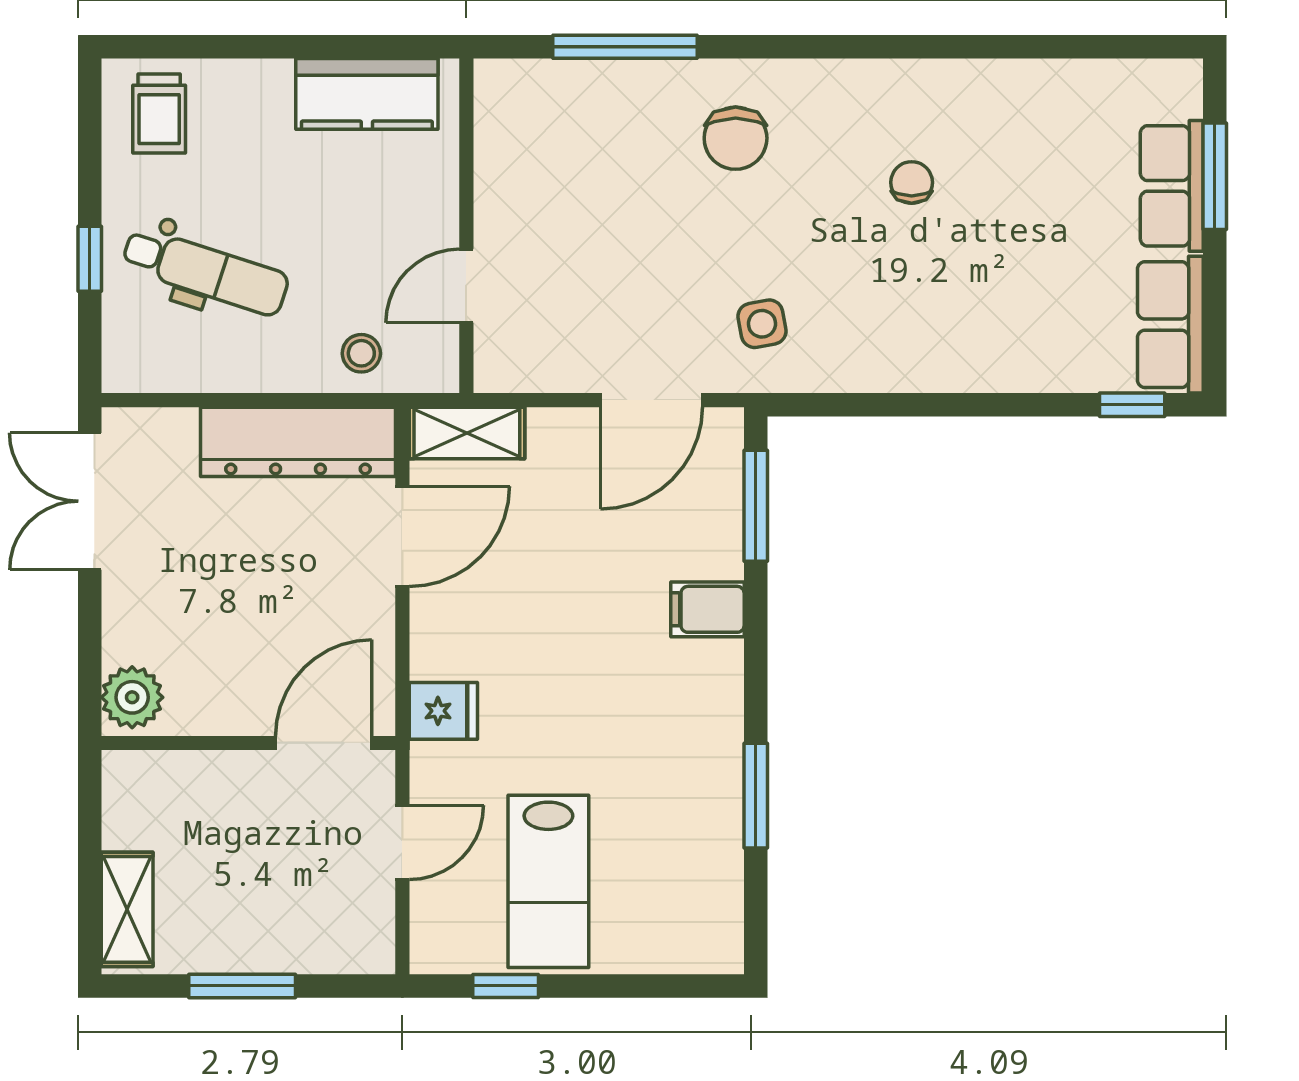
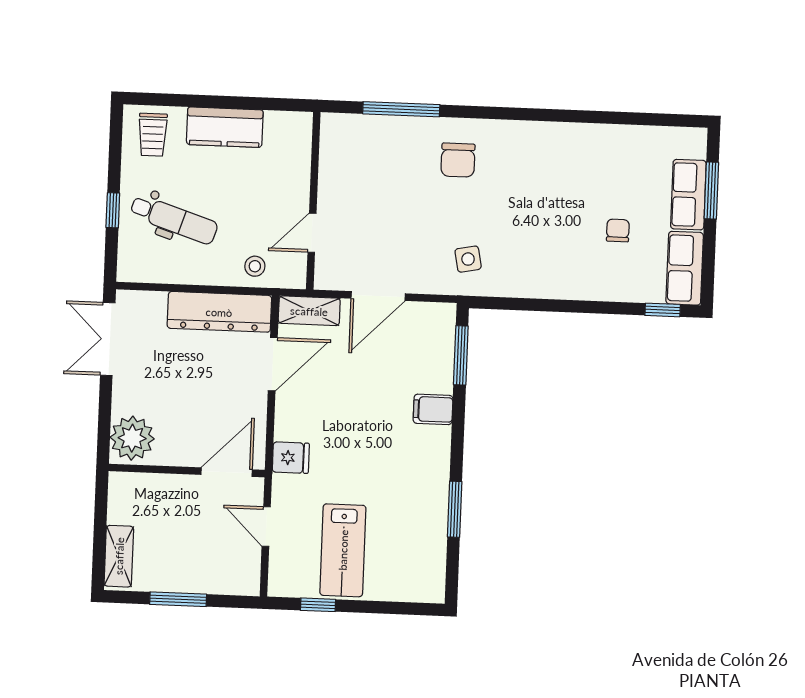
kitchen counter: (367, 94) -> (225, 127), moved
chair: (912, 182) -> (618, 231), moved
door: (651, 400) -> (378, 296), moved
plant: (132, 697) -> (132, 438), width x1.36, depth x1.36
door: (402, 842) -> (266, 526), swing flipped

